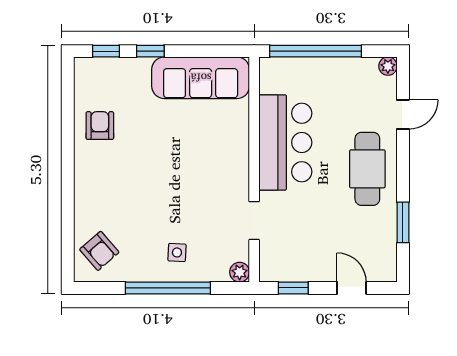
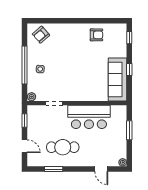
window: (150, 51) -> (129, 69), moved
window: (316, 51) -> (129, 130), width x0.47
cafe table: (367, 169) -> (63, 147), moved
door: (352, 288) -> (25, 146), hinge flipped

